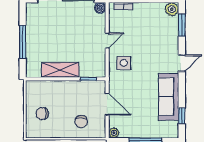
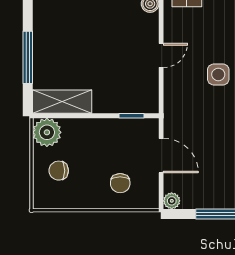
side table: (124, 63) -> (218, 74), moved
shelving: (60, 70) -> (62, 102), moved
plant: (35, 89) -> (47, 132), added

